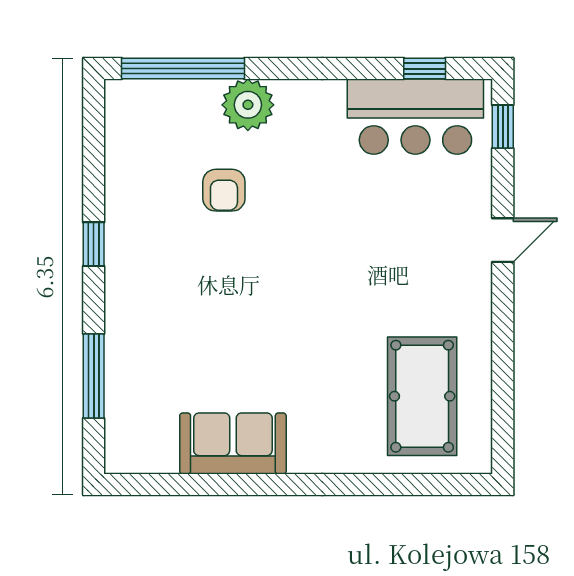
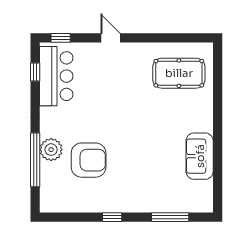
window: (183, 69) -> (35, 160), moved
armchair: (224, 190) -> (89, 160), width x1.88, depth x1.88

